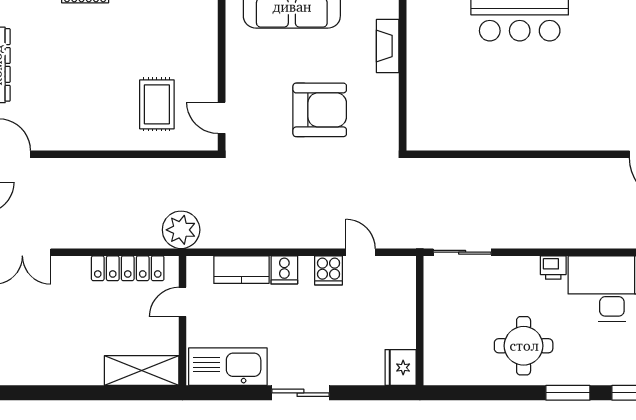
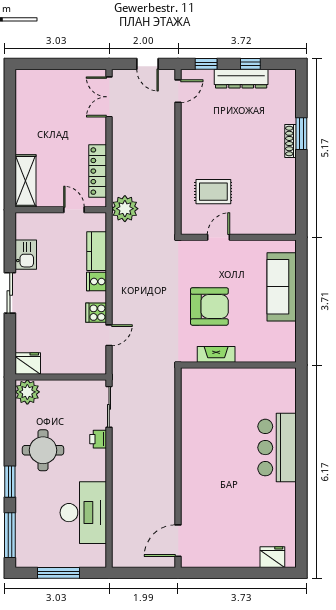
fireplace: (388, 46) -> (216, 354), moved
armchair: (320, 110) -> (209, 306), turned -90
door: (222, 118) -> (218, 237), moved
printer: (553, 268) -> (98, 439), moved
kitchen sink: (228, 367) -> (26, 255), width x0.53, depth x0.81
plant: (441, 368) -> (27, 392), added

